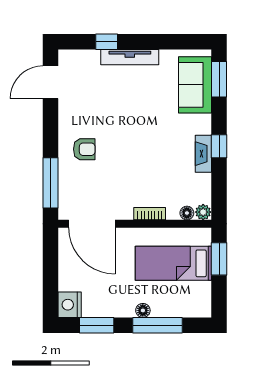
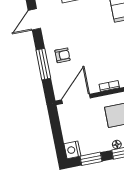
window: (50, 183) -> (43, 64), moved
door: (92, 224) -> (76, 99), swing flipped

